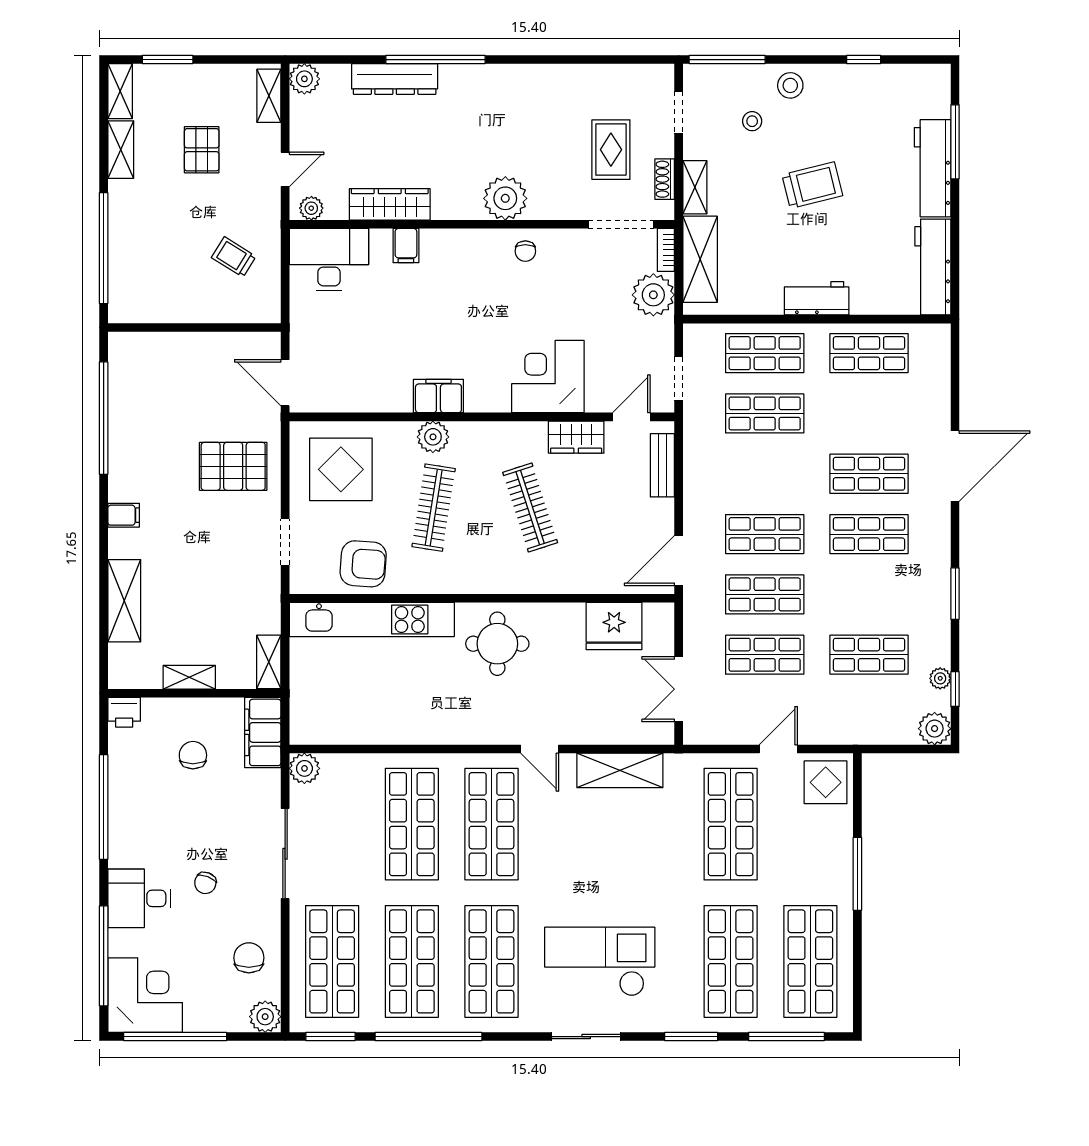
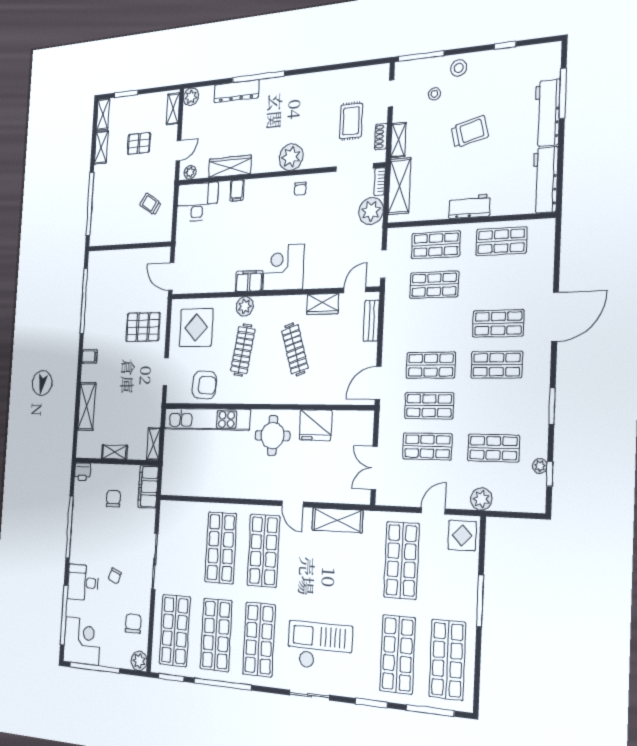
pallet: (202, 150) -> (139, 143), turned 90
corner desk: (548, 376) -> (284, 267), moved
fridge: (614, 626) -> (316, 425), moved
plant: (935, 729) -> (481, 499), moved
plant: (304, 768) -> (168, 510), removed

